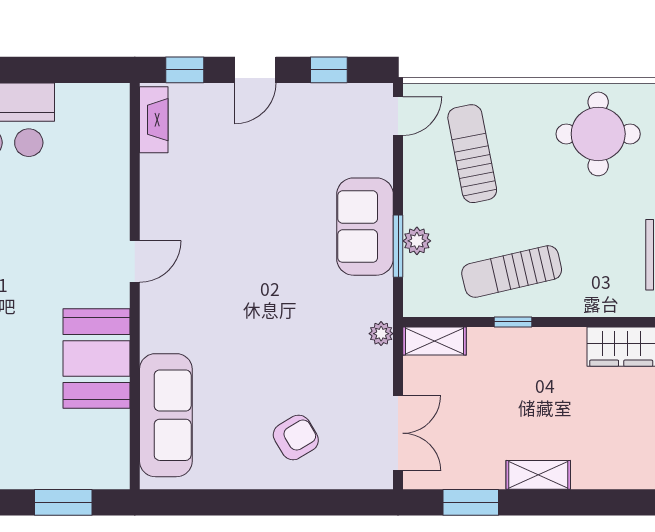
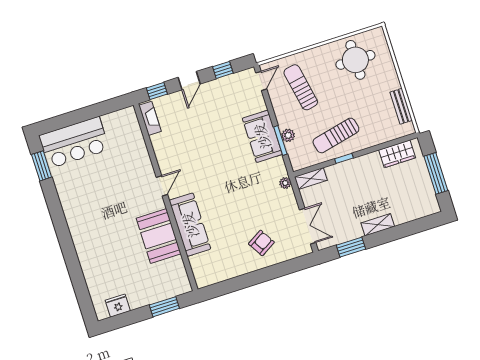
sofa: (166, 415) -> (190, 225), moved

